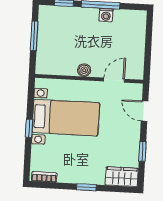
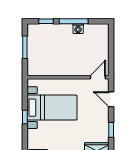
boiler: (84, 70) -> (64, 71), removed
door: (114, 80) -> (98, 77), moved

